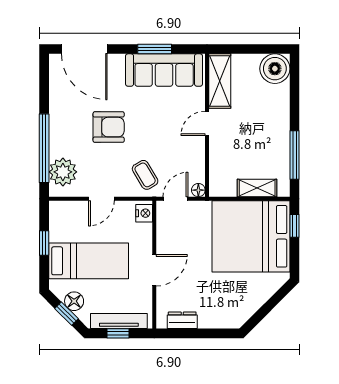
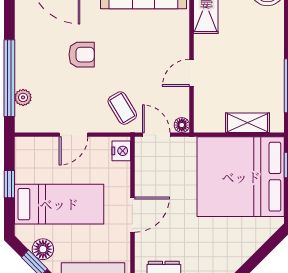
door: (207, 123) -> (191, 73), moved
armchair: (109, 127) -> (82, 55), width x0.72, depth x0.72
plant: (63, 172) -> (23, 97), width x0.53, depth x0.53
door: (175, 199) -> (156, 135), hinge flipped

